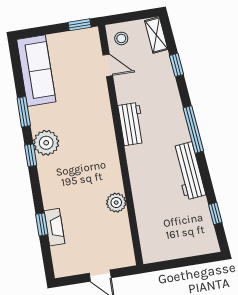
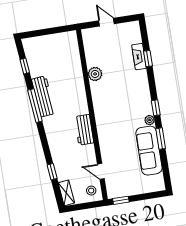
sofa: (36, 71) -> (149, 151), moved
window: (193, 129) -> (35, 106), moved
plant: (46, 143) -> (150, 120), width x0.53, depth x0.53

